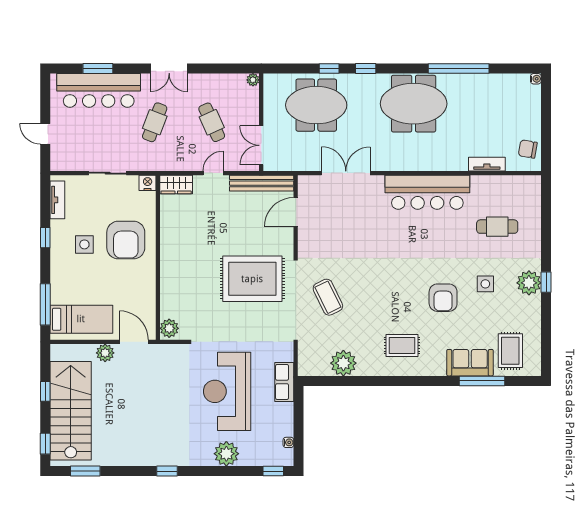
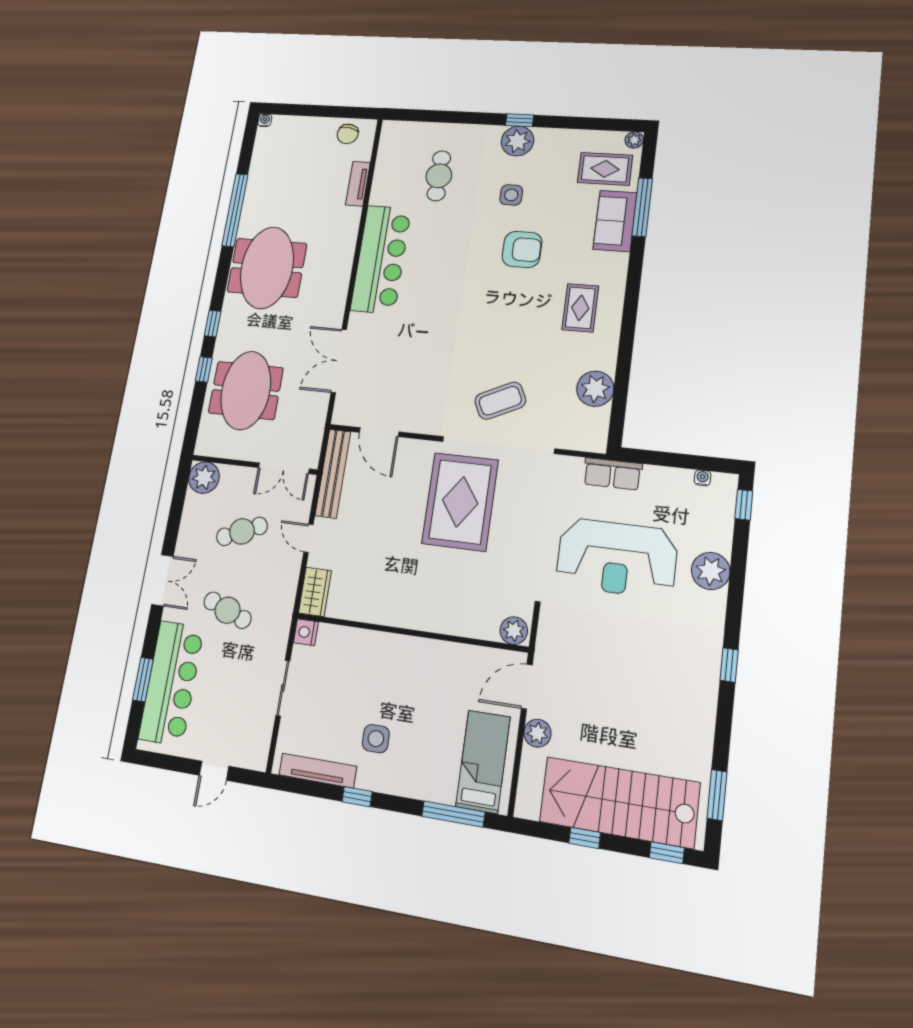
plant: (253, 80) -> (204, 478), width x1.88, depth x1.88
tv unit: (57, 200) -> (318, 771), width x1.41
armchair: (126, 240) -> (379, 676), removed
plant: (535, 369) -> (634, 140), added

